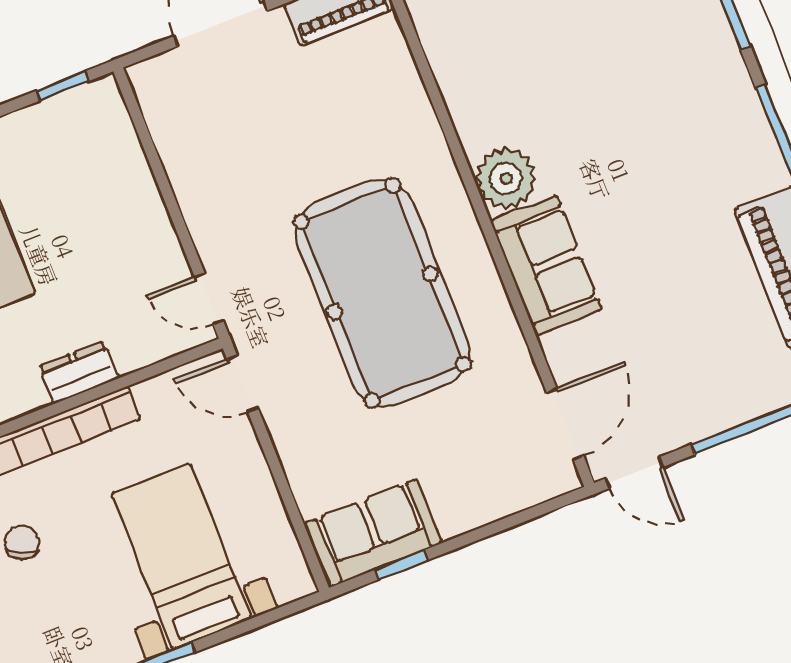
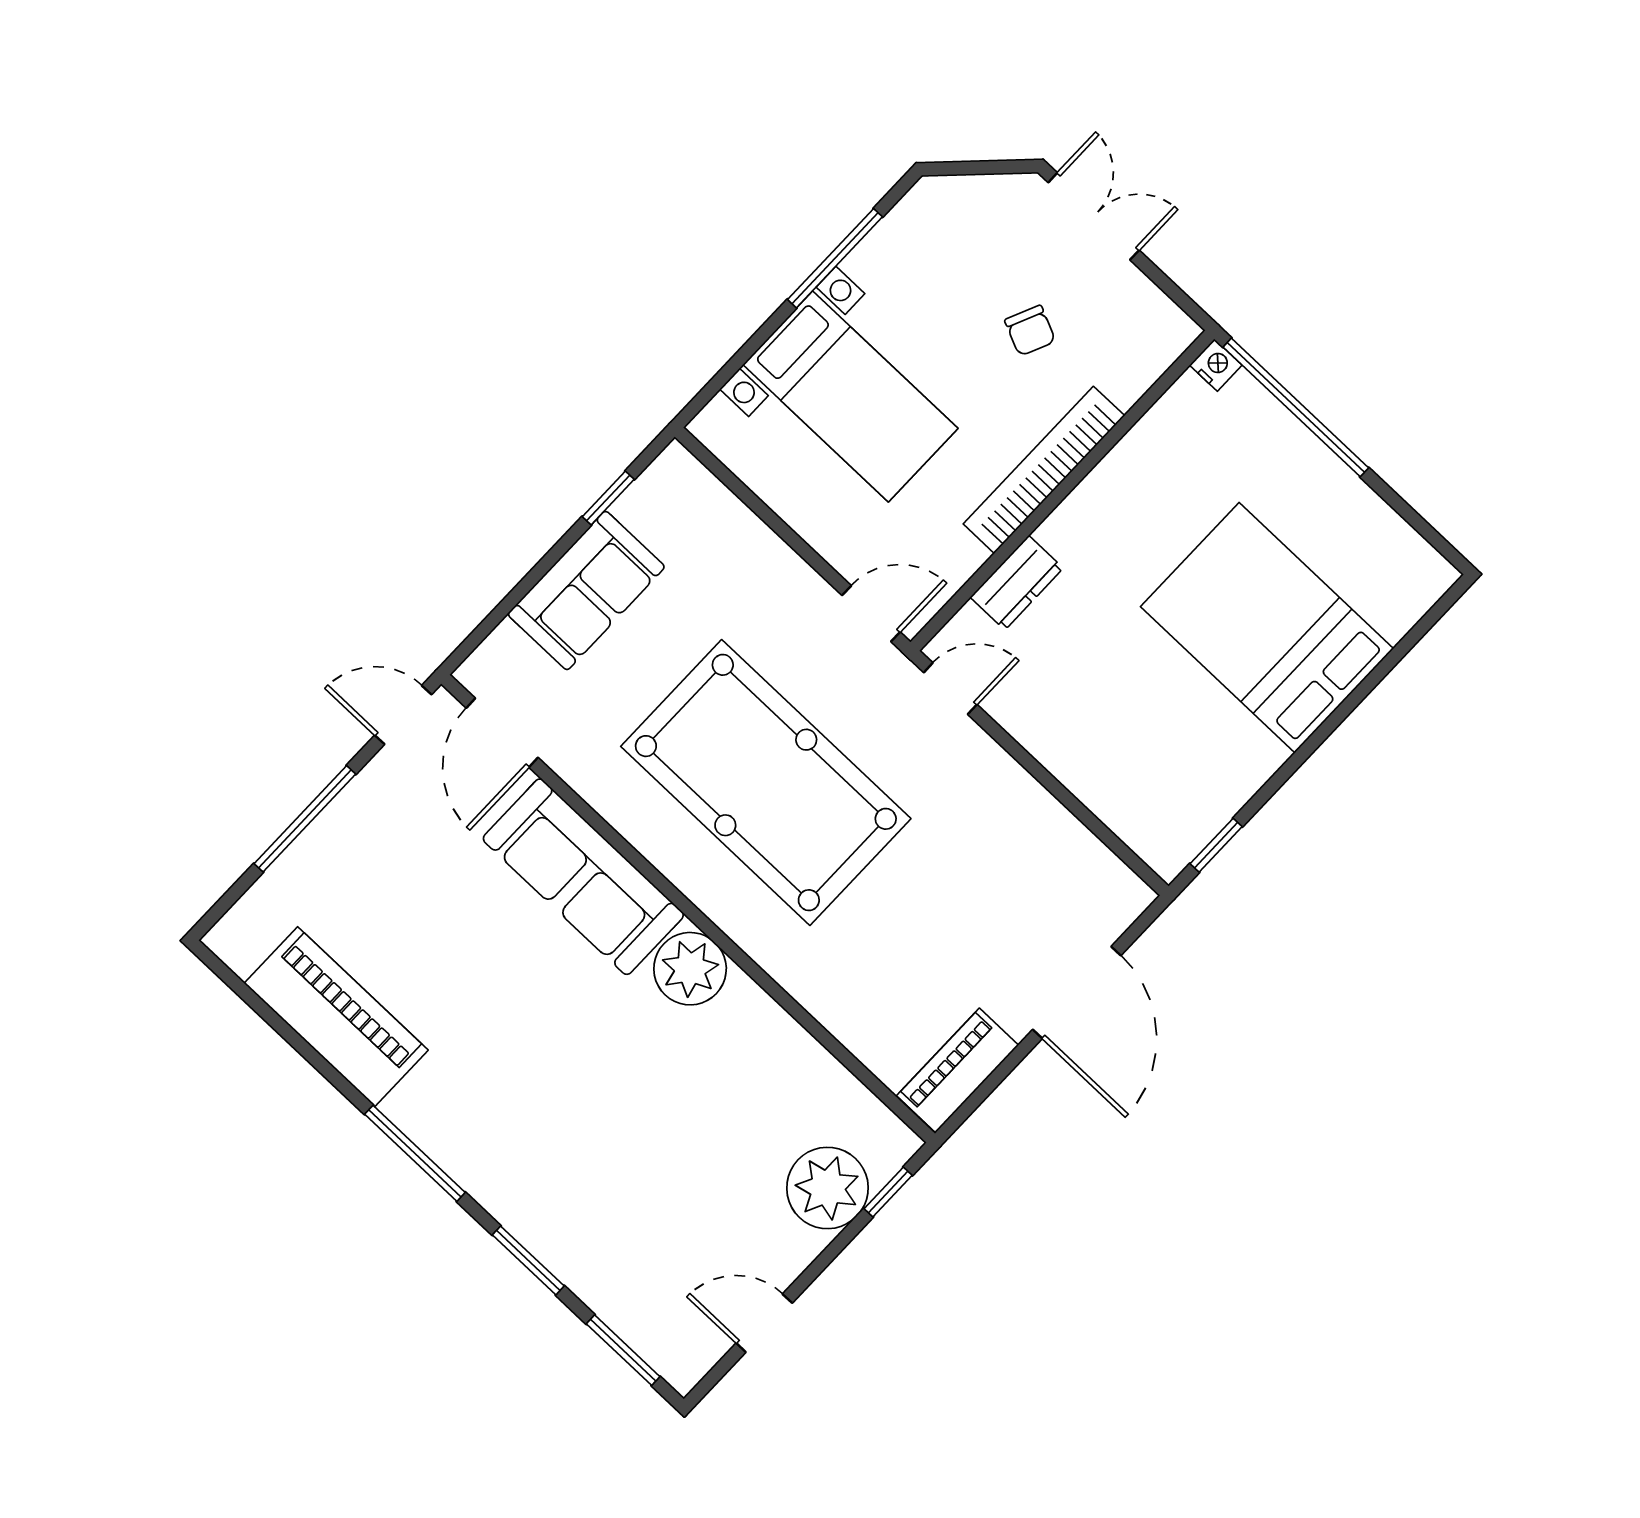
sofa: (546, 265) -> (583, 877), width x1.36
dresser: (79, 373) -> (1017, 583), moved
sofa: (374, 533) -> (586, 590), moved

